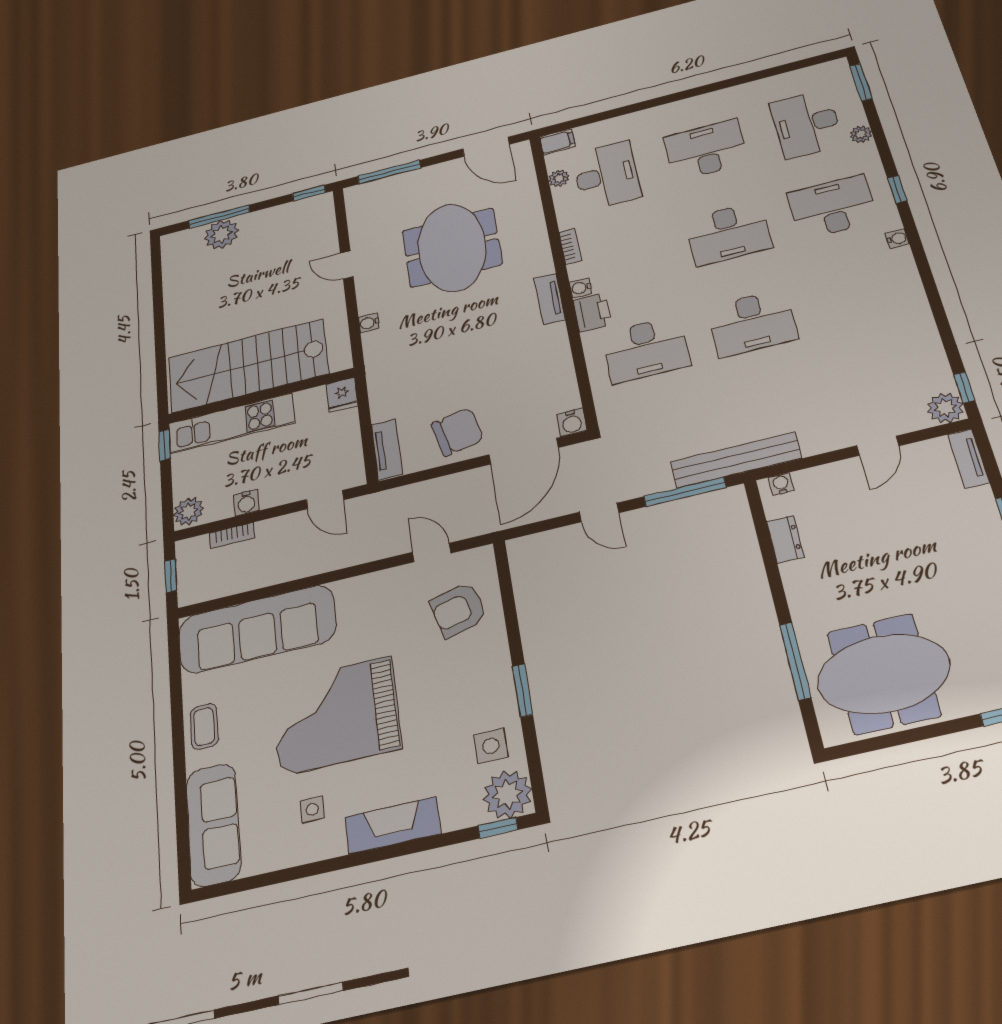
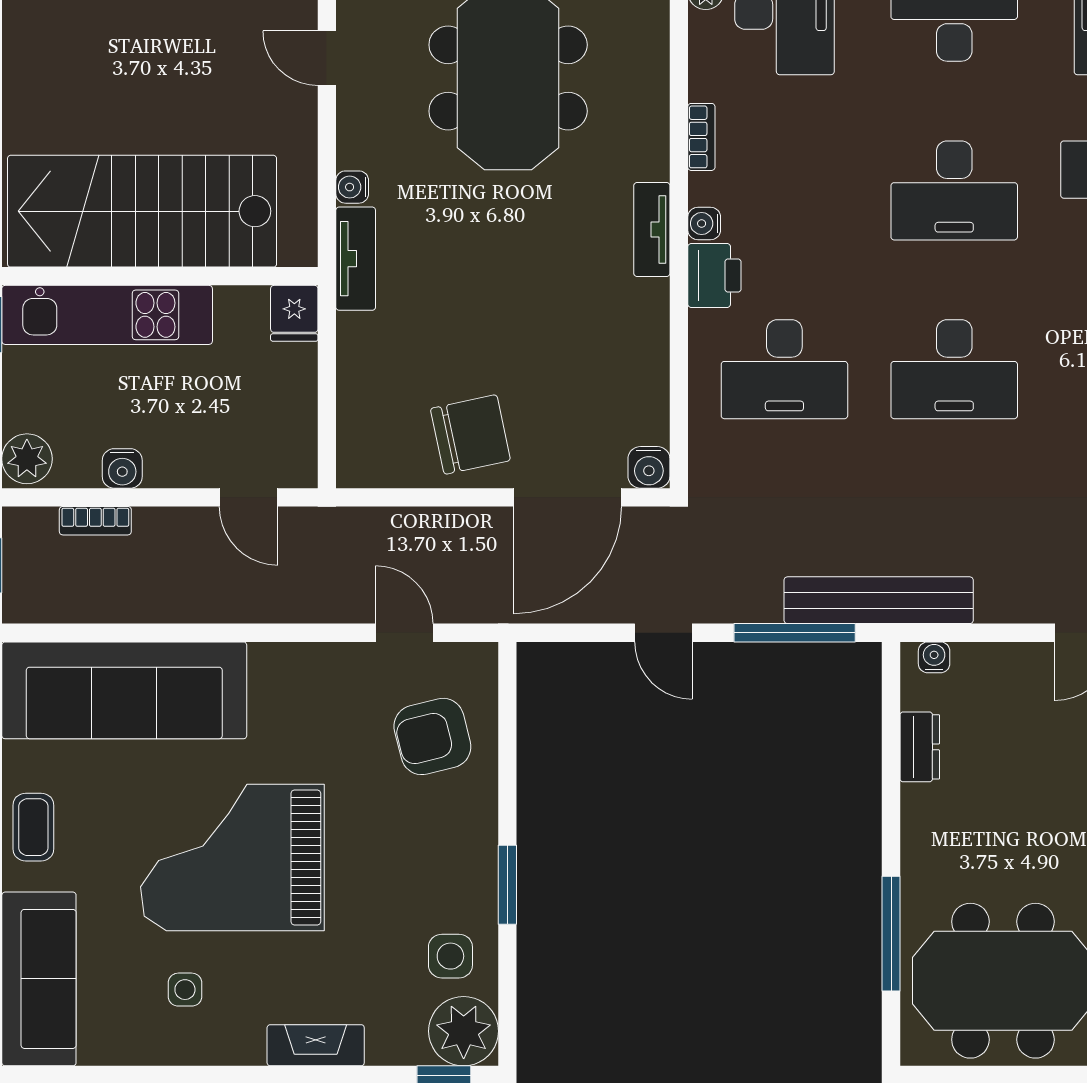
tv unit: (387, 449) -> (356, 259), moved
fireplace: (393, 825) -> (316, 1045), width x0.73, depth x0.76

